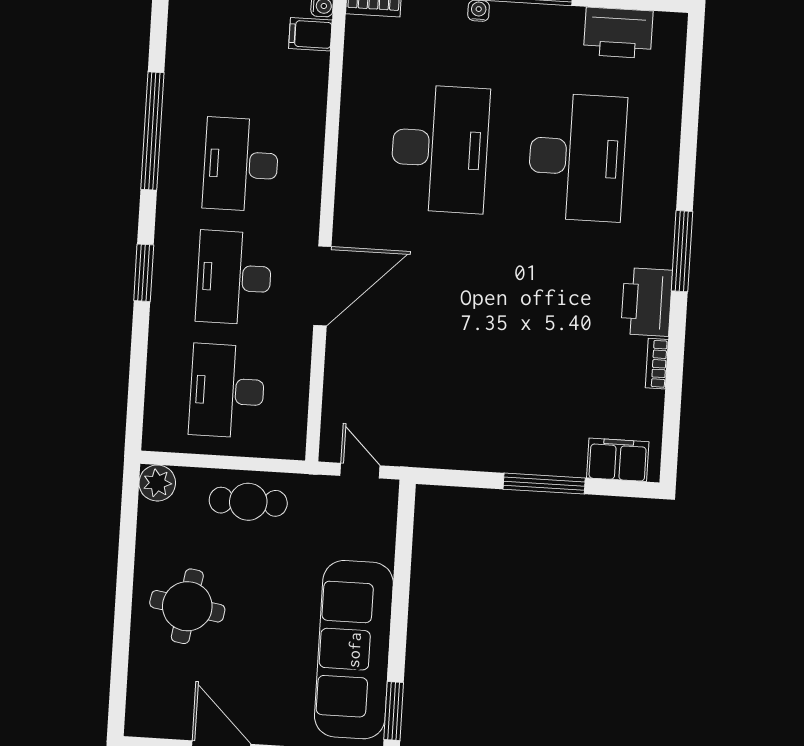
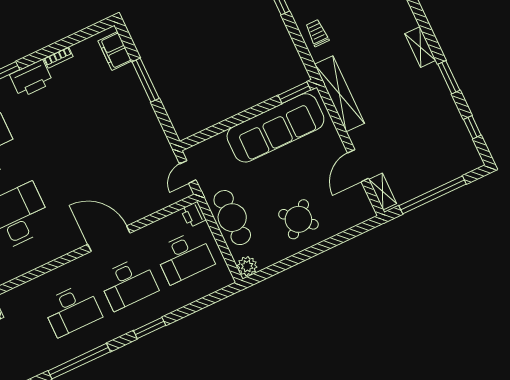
printer: (287, 442) -> (193, 214), added
cafe table: (248, 502) -> (232, 218), width x1.37, depth x1.35
round table: (187, 606) -> (298, 219), turned 35

